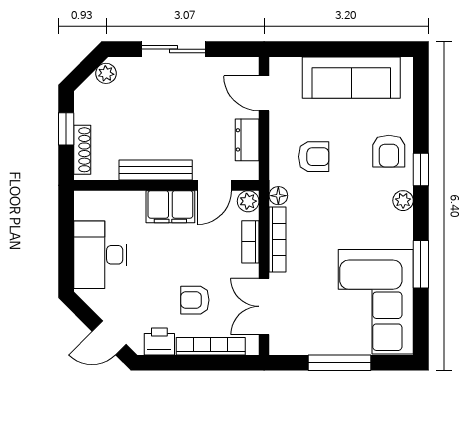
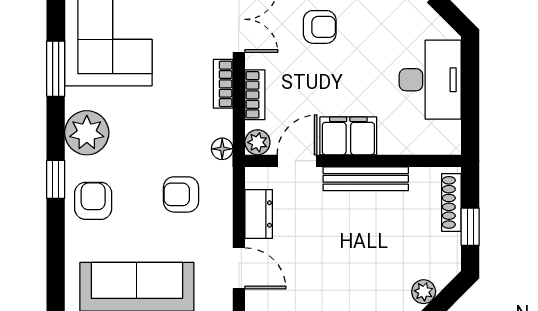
plant: (403, 201) -> (87, 133), width x1.88, depth x1.88
bookcase: (278, 240) -> (223, 84), width x0.64

